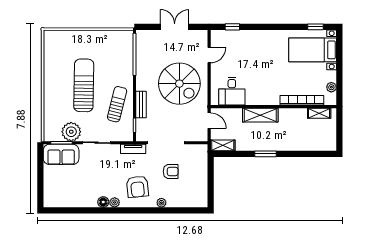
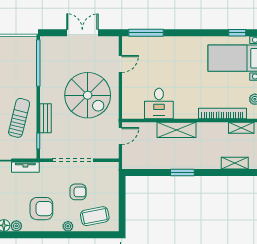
window: (232, 27) -> (146, 33), width x2.17
desk: (232, 91) -> (159, 104), moved
door: (209, 121) -> (120, 136), hinge flipped
shelving: (223, 145) -> (235, 163), moved
tv unit: (133, 149) -> (25, 167), moved
armchair: (137, 187) -> (41, 209), turned -84
coffee table: (186, 194) -> (95, 216), added

